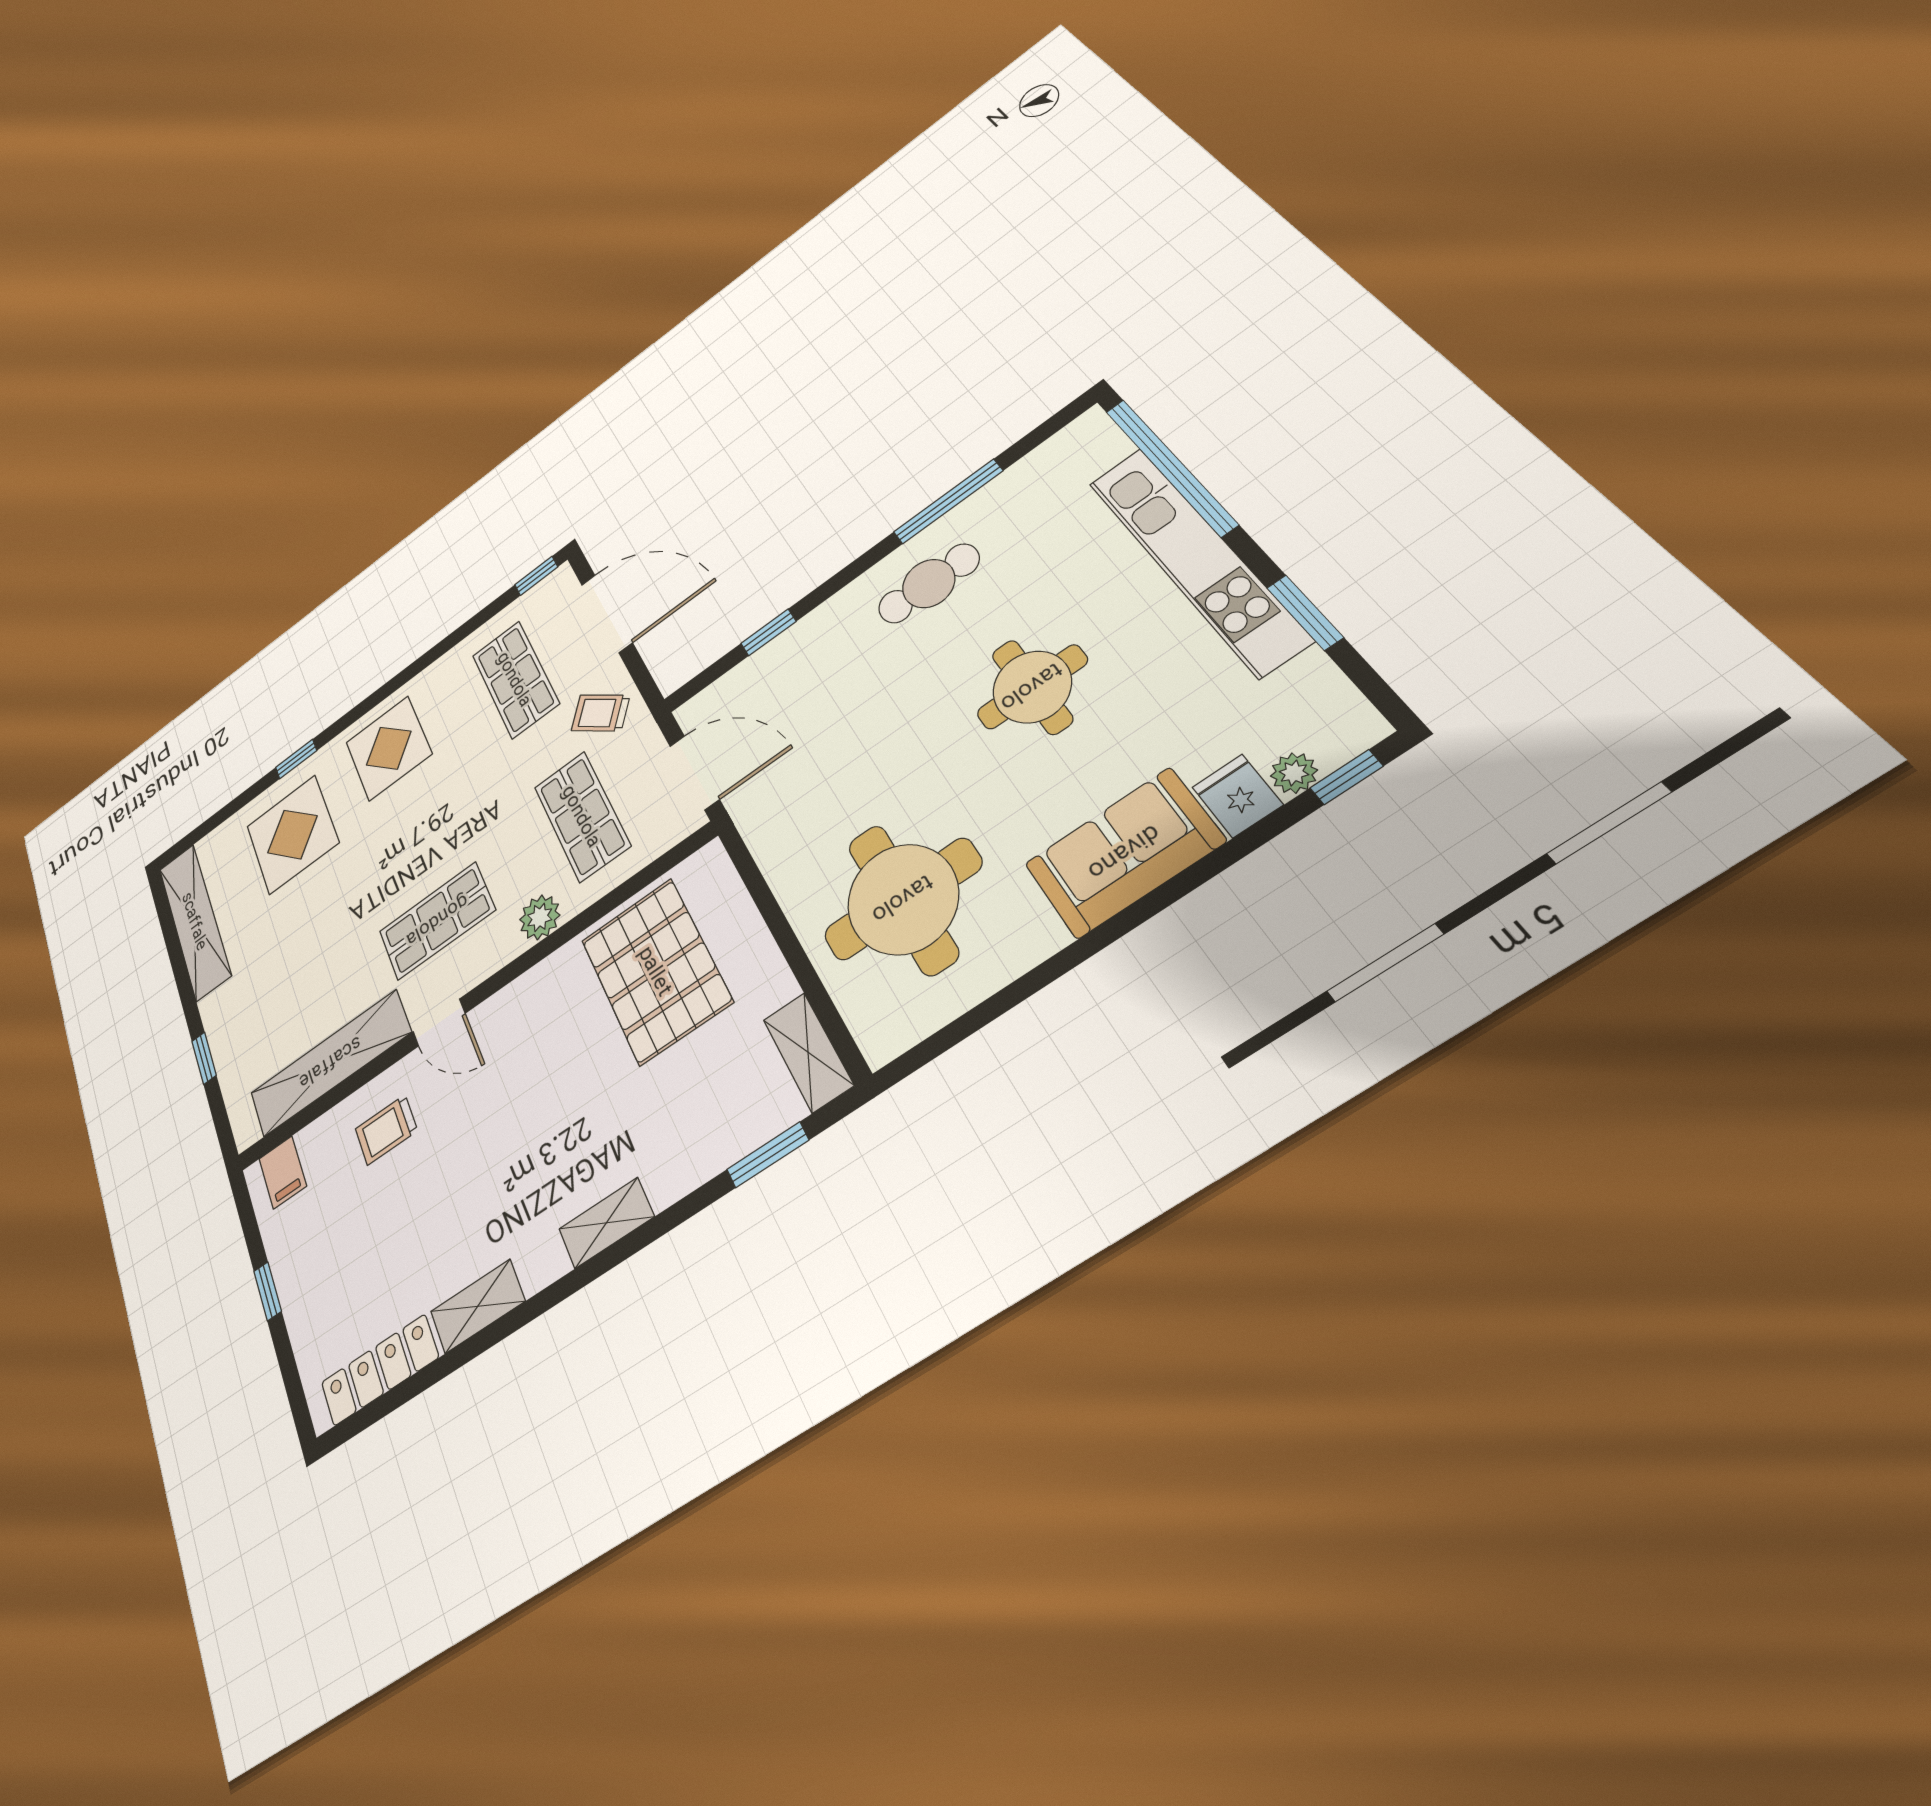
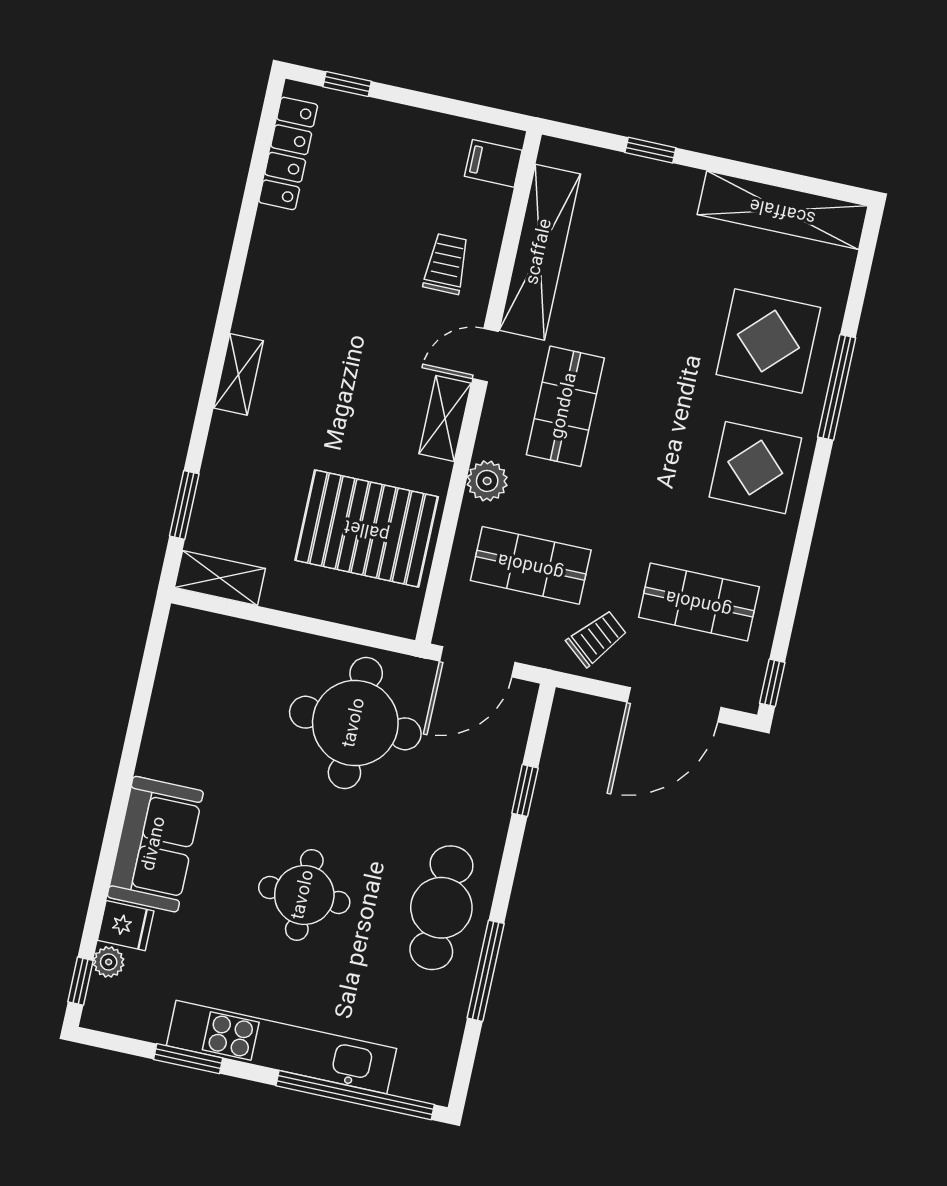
cafe table: (929, 583) -> (441, 908), width x1.37, depth x1.35
window: (296, 759) -> (837, 387), width x2.17
round table: (903, 899) -> (355, 723), moved
window: (268, 1291) -> (347, 84), moved
shelving: (478, 1306) -> (445, 419), moved

